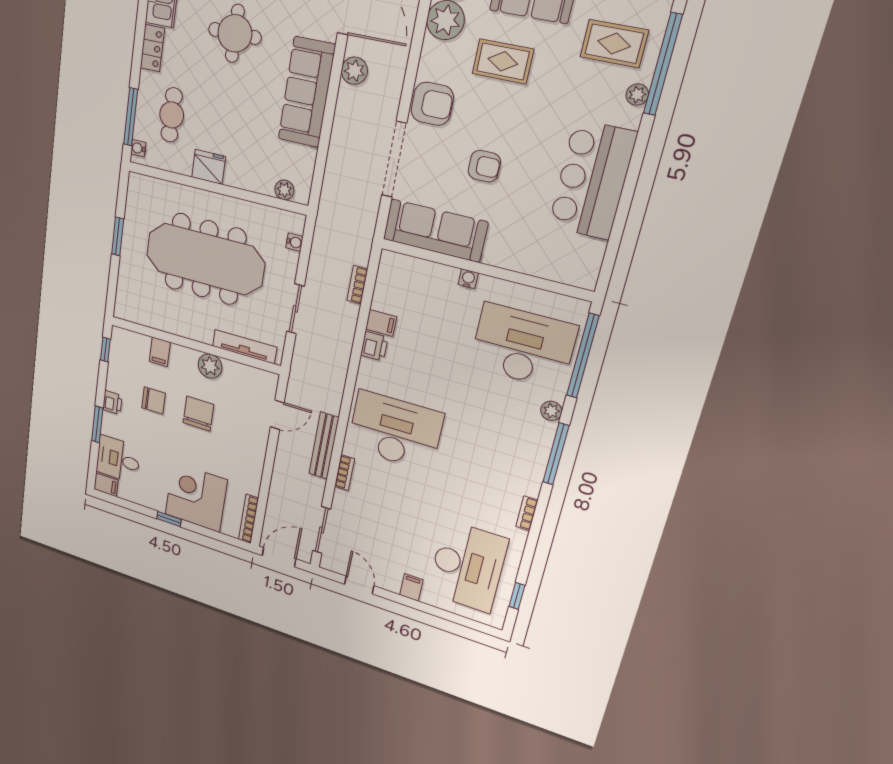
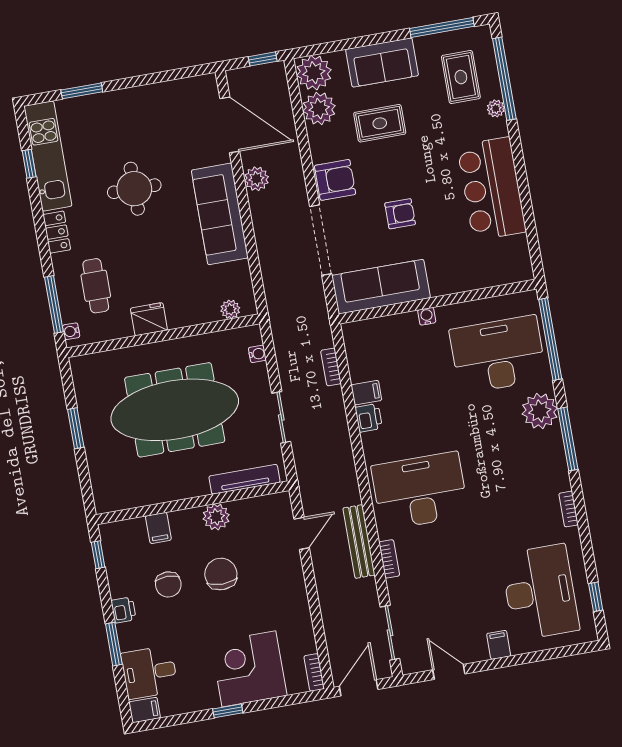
rug: (614, 44) -> (461, 77), turned 90
chair: (154, 401) -> (168, 584), turned 90
plant: (551, 411) -> (540, 411), width x1.88, depth x1.88
bookcase: (249, 519) -> (314, 672), width x0.64

